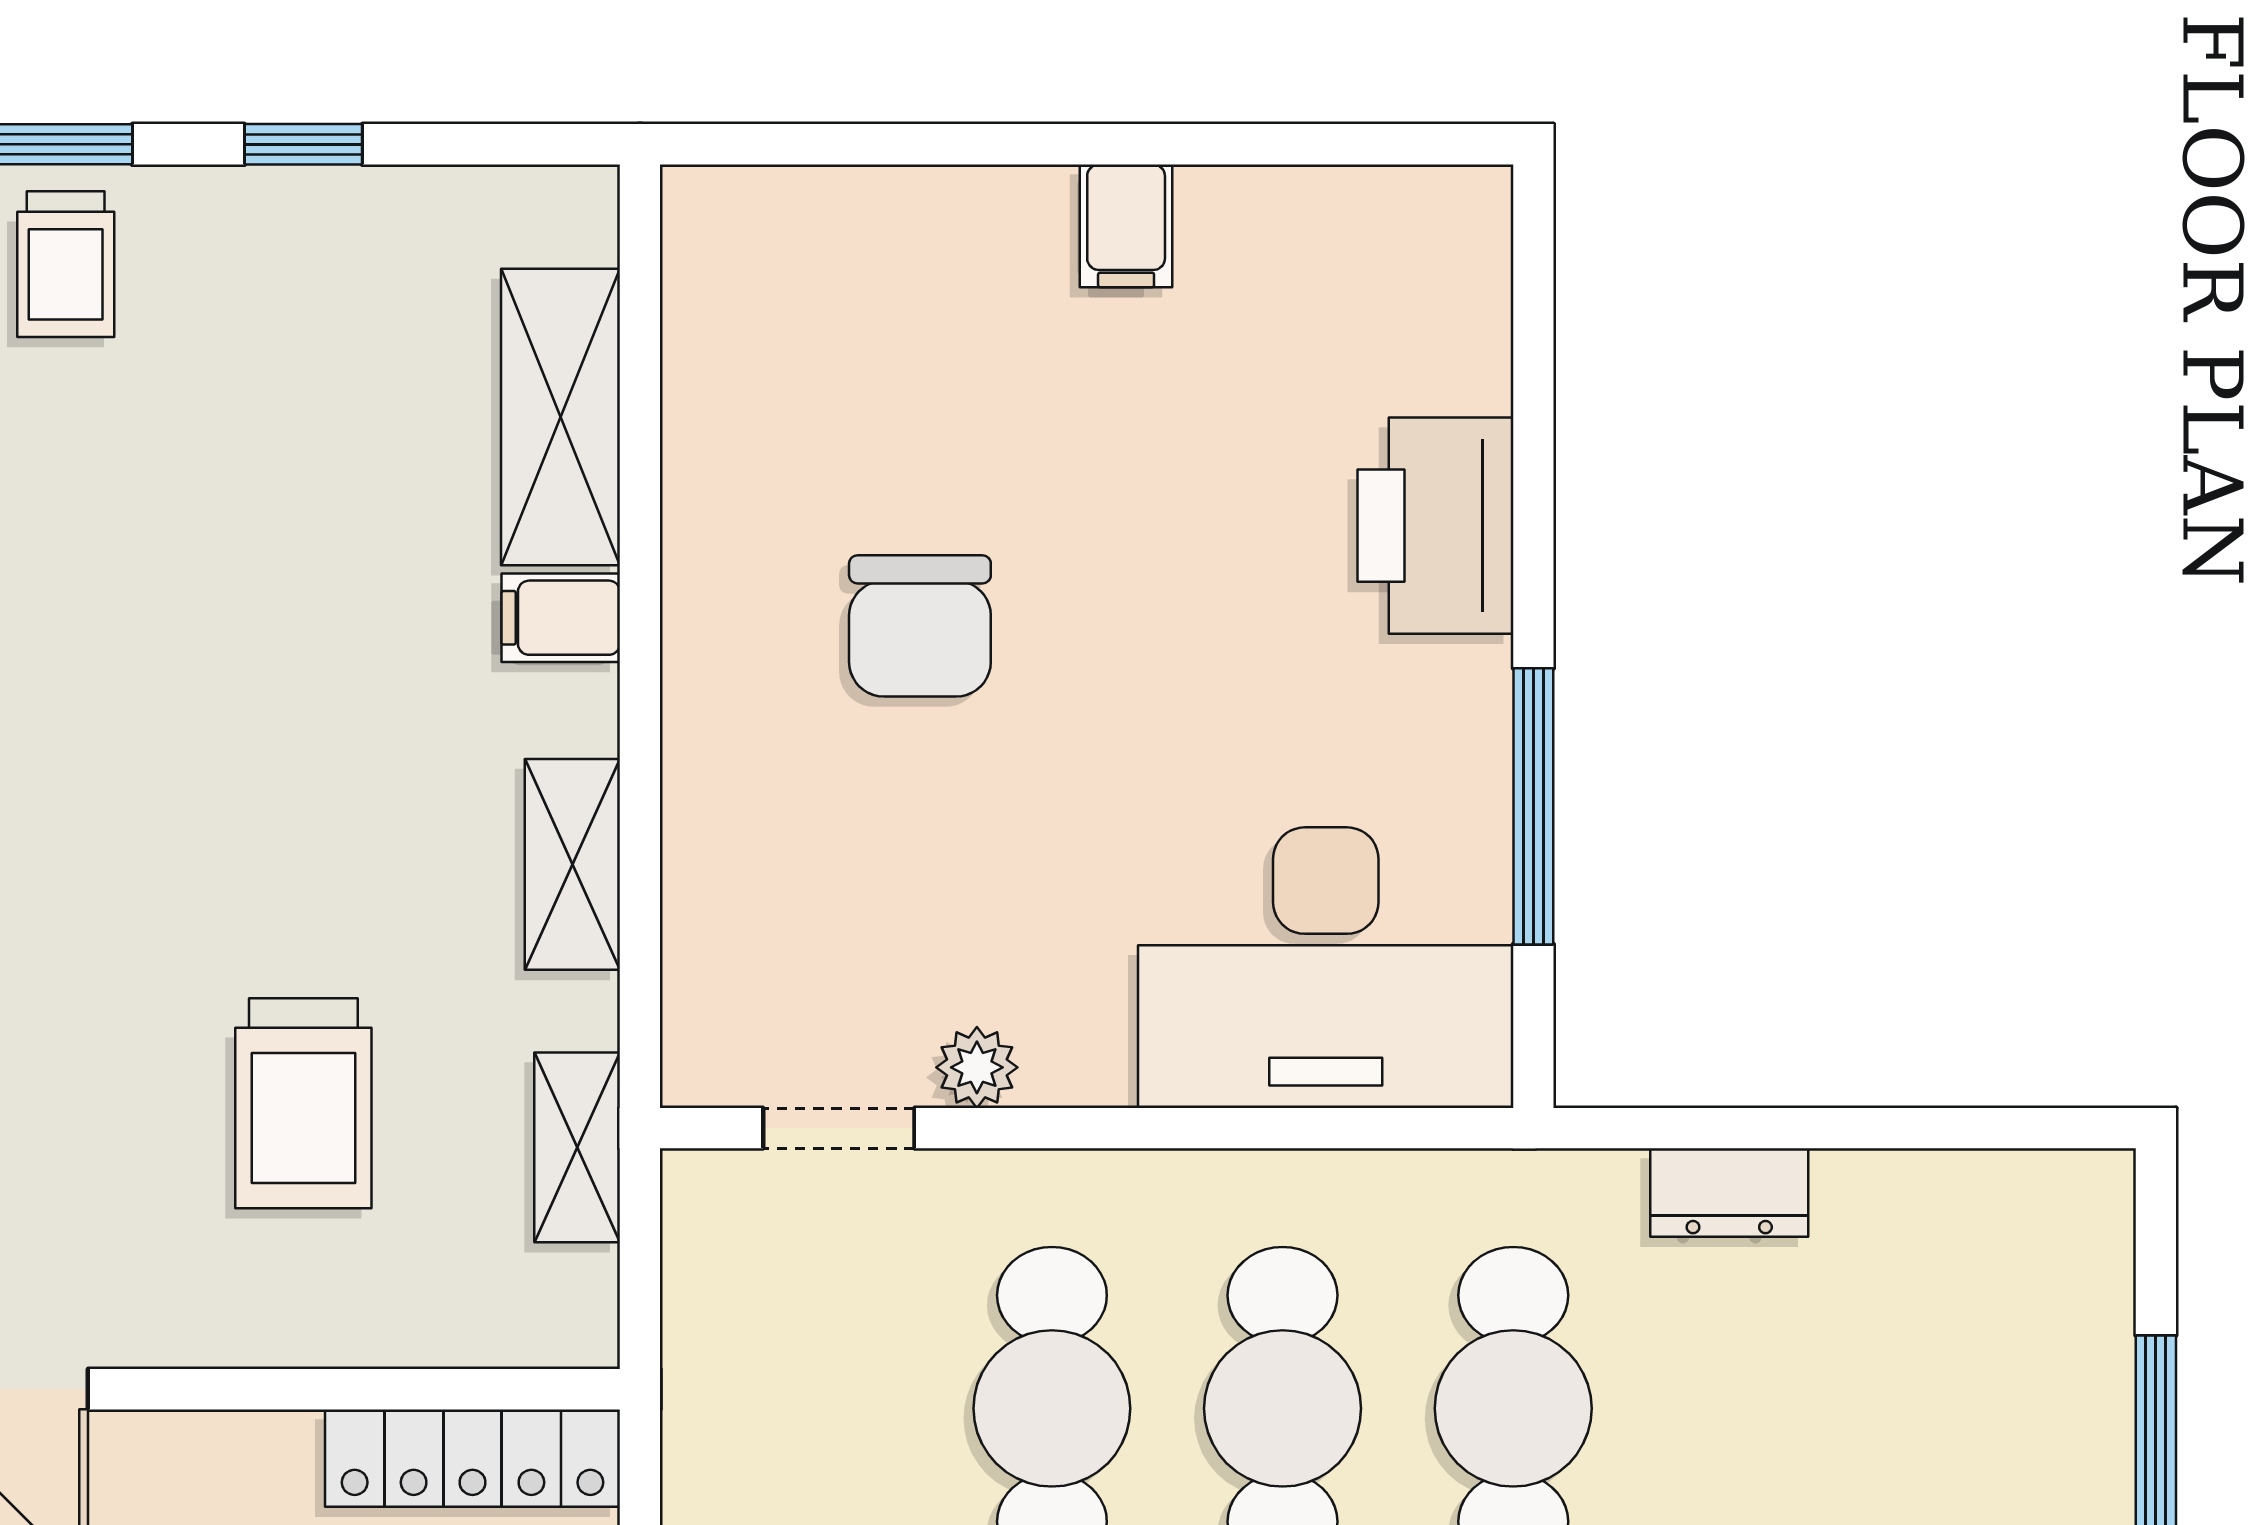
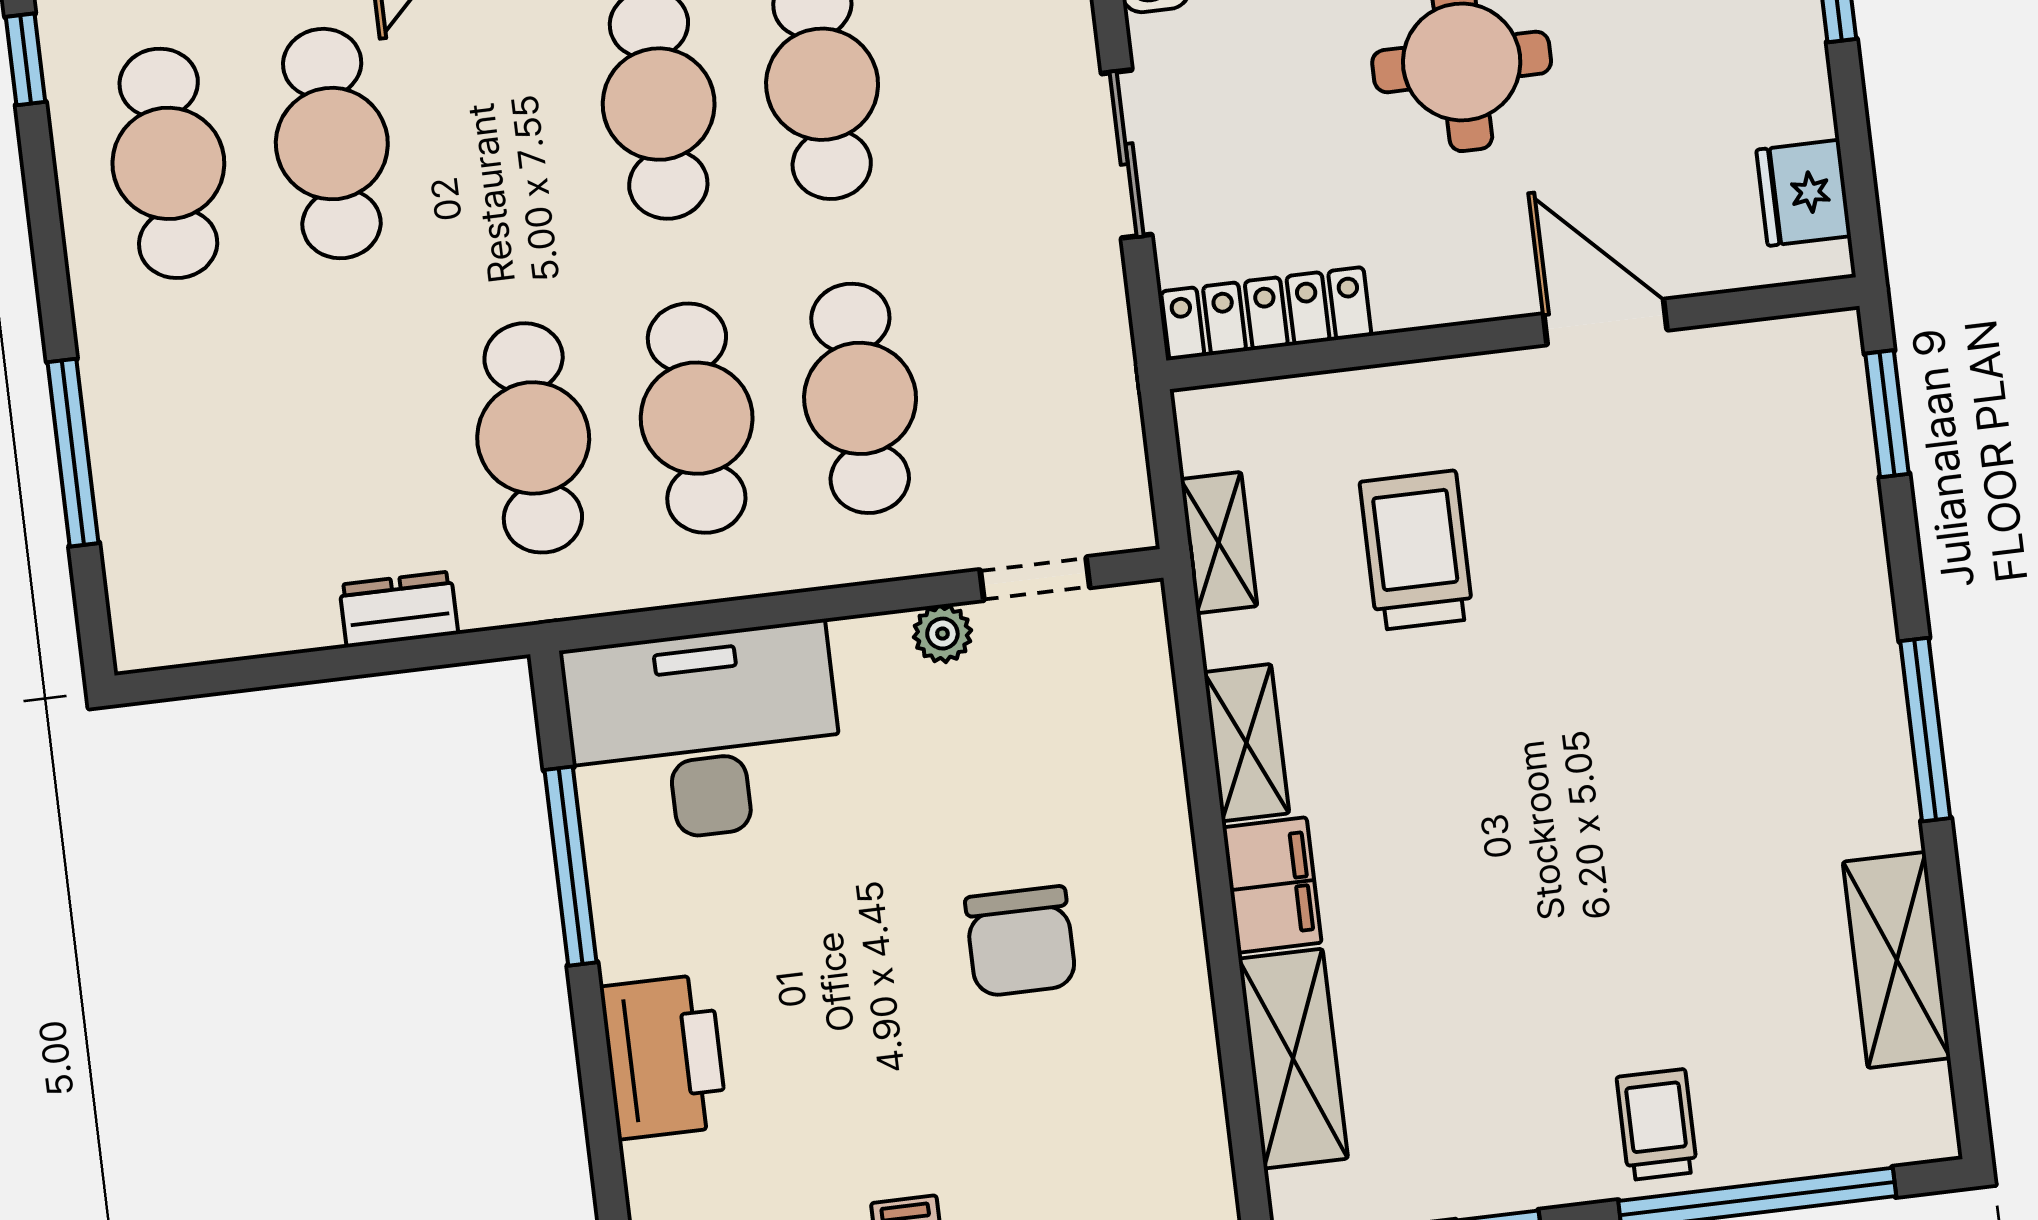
filing cabinet: (561, 618) -> (1272, 885), width x2.00
chair: (920, 626) -> (1021, 941), turned 180

